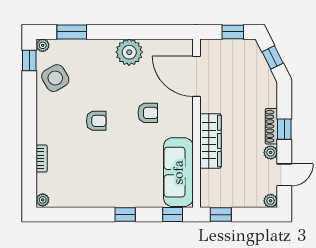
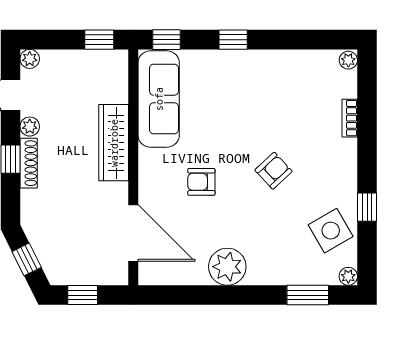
window: (29, 61) -> (367, 207), moved
armchair: (96, 121) -> (274, 171), turned 137

